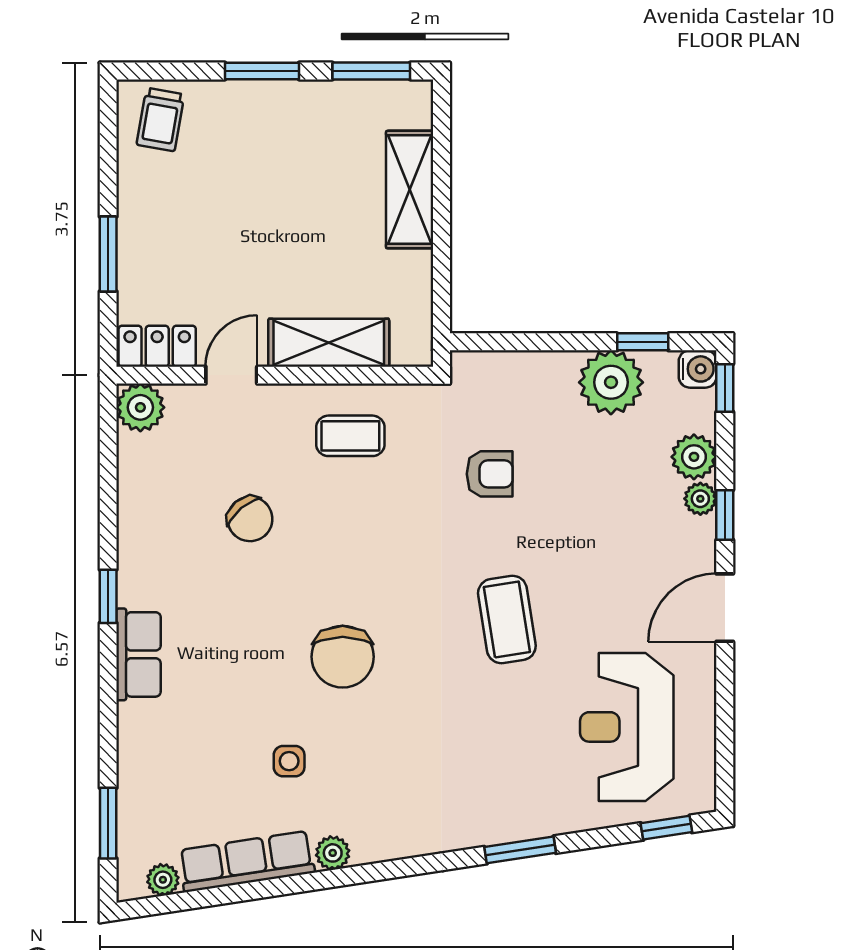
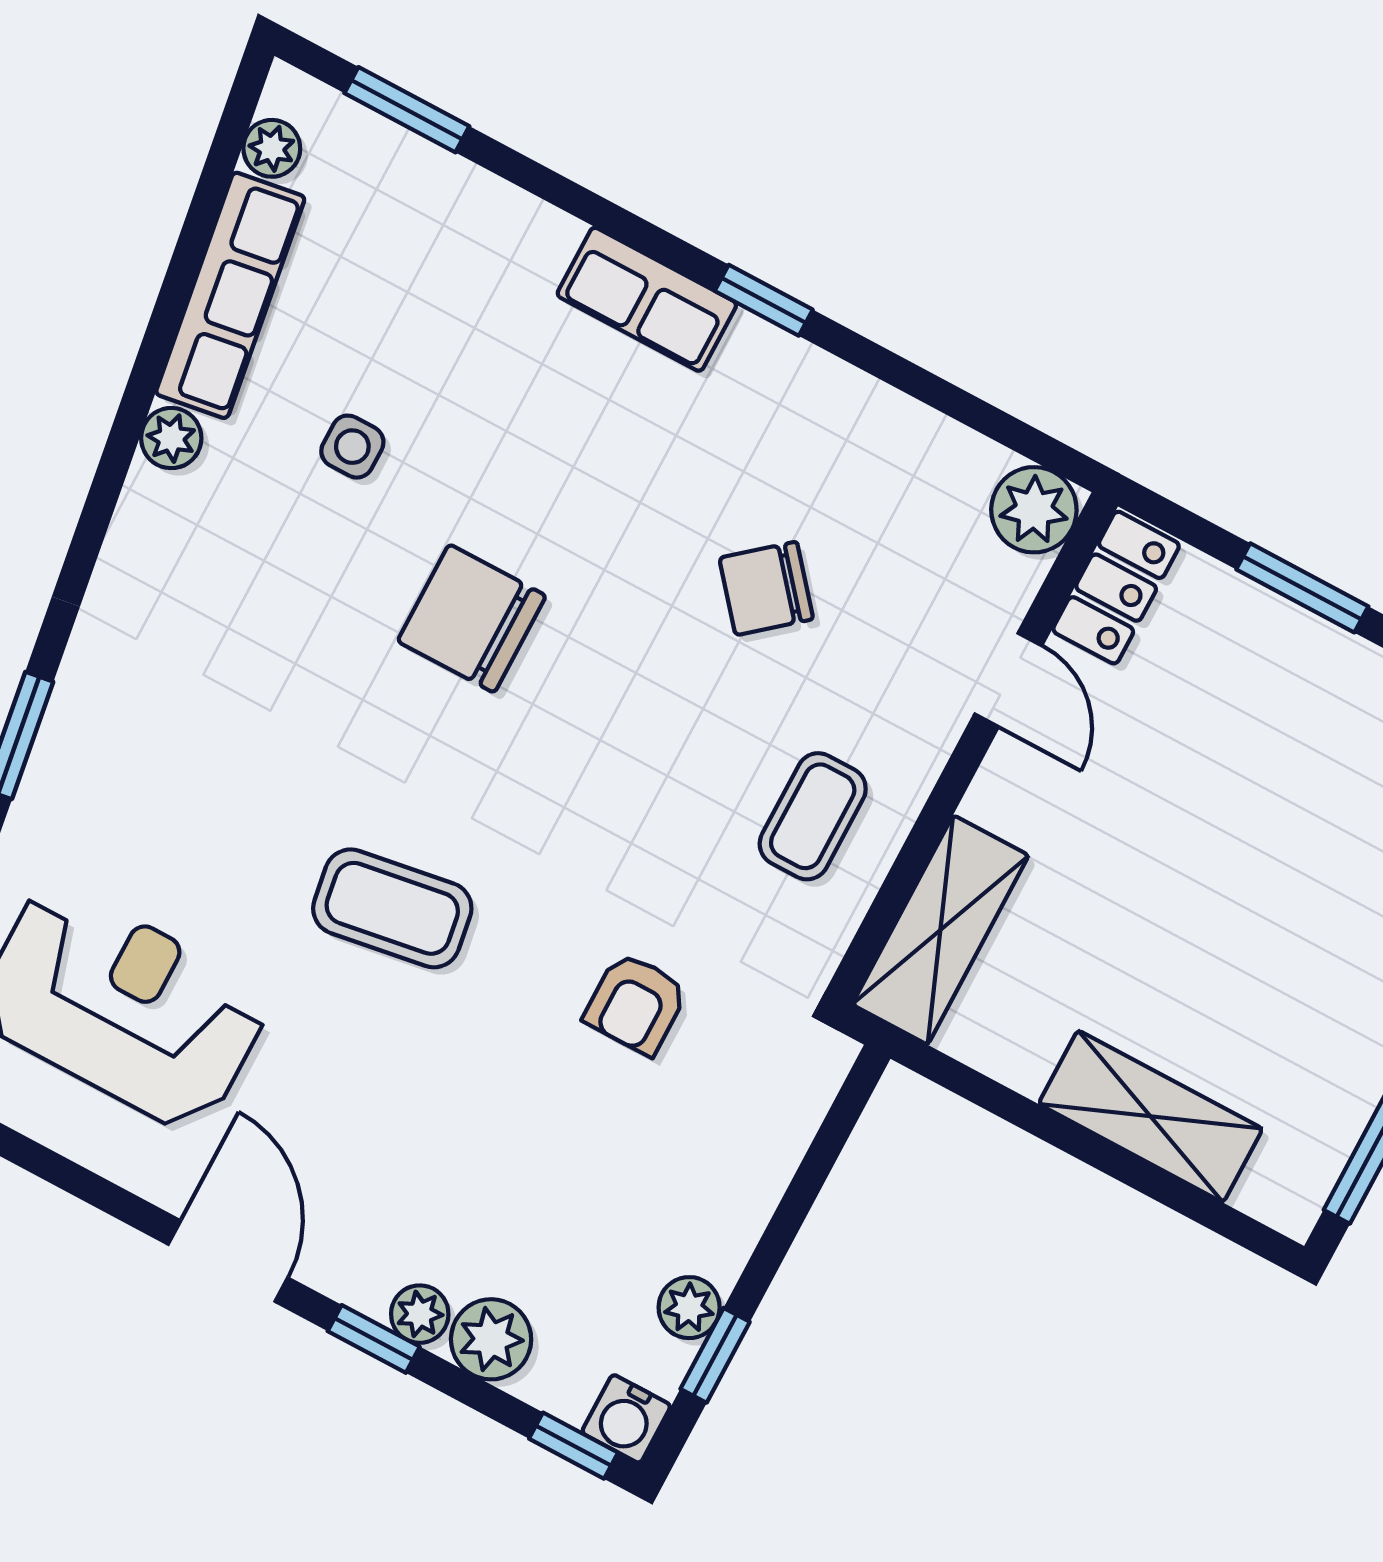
shelving: (329, 343) -> (940, 930), moved
plant: (611, 382) -> (689, 1308), width x0.53, depth x0.53

